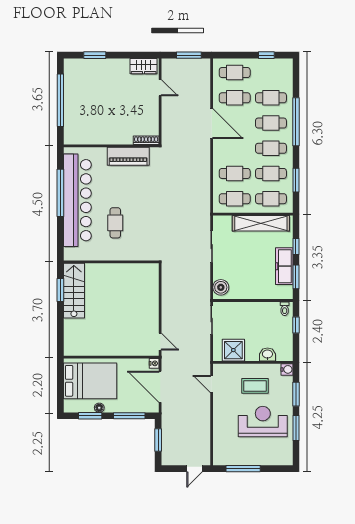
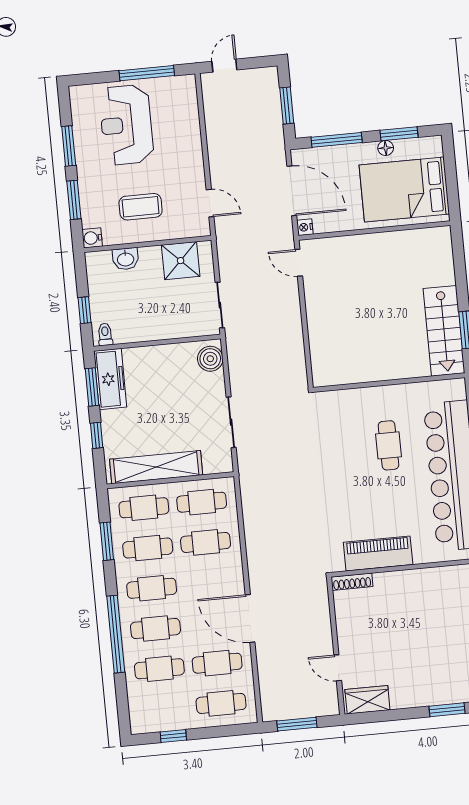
freezer: (284, 266) -> (110, 379), moved
reception desk: (263, 421) -> (126, 125), moved, turned 90

